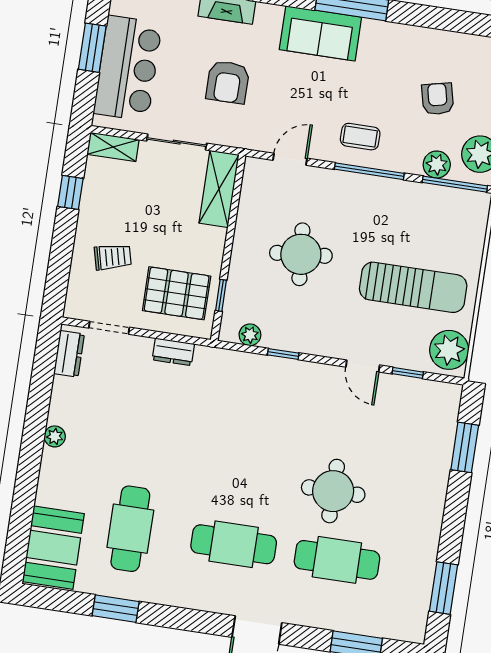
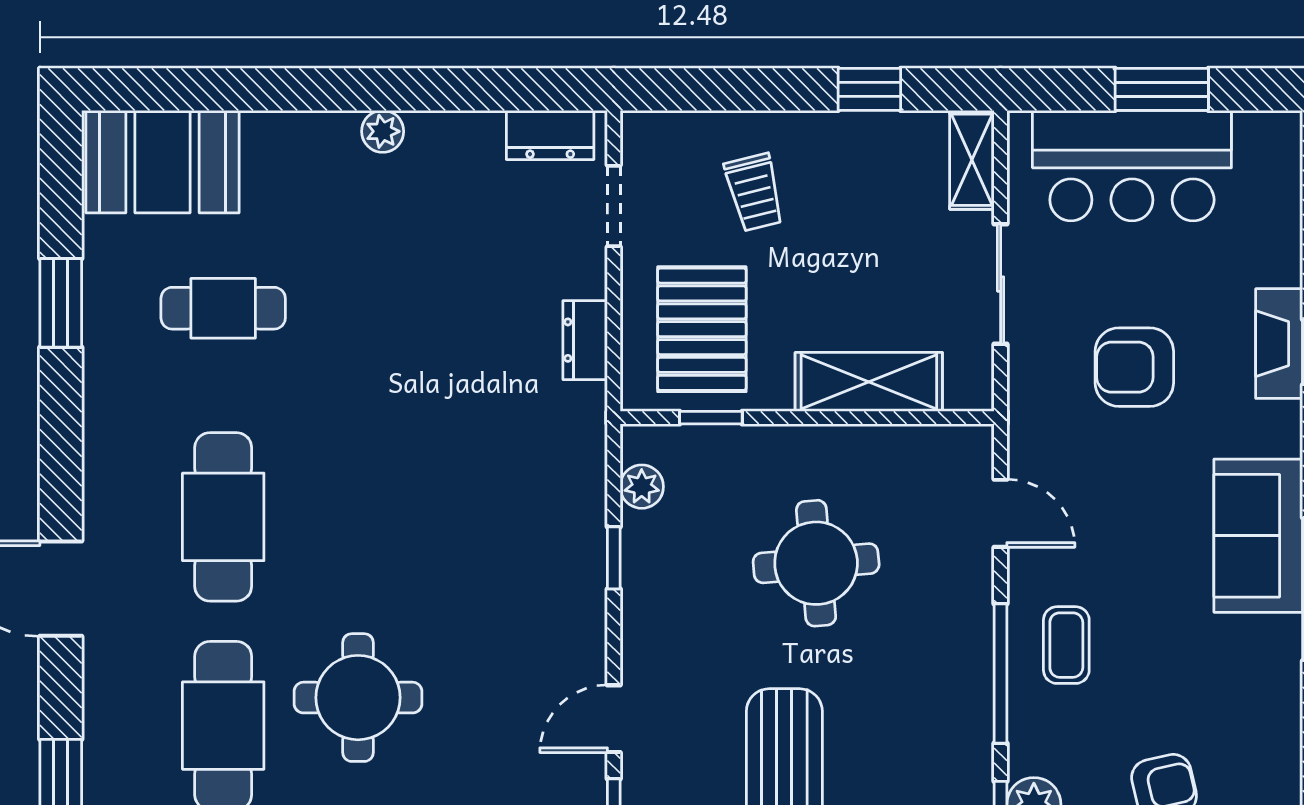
shelving: (219, 189) -> (869, 382), moved
cafe table: (130, 529) -> (223, 308), width x0.73, depth x0.74

